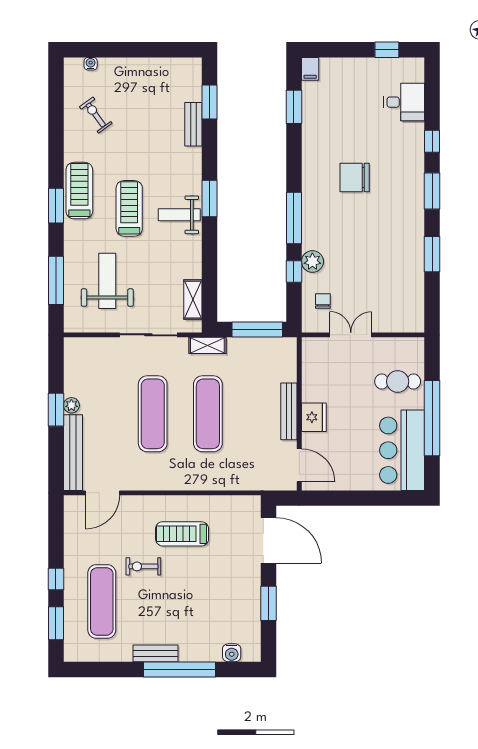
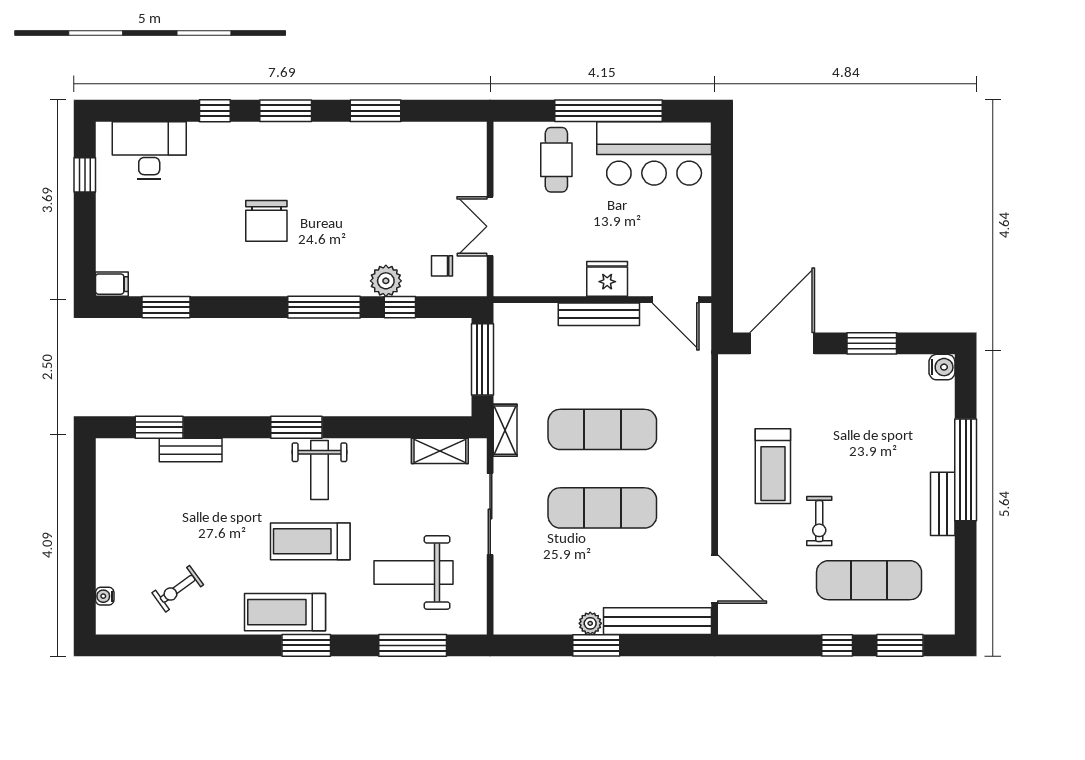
desk: (404, 102) -> (149, 150), width x1.37
door: (299, 465) -> (676, 300), swing flipped
water cooler: (232, 653) -> (942, 367), moved

